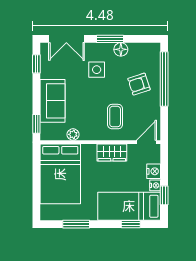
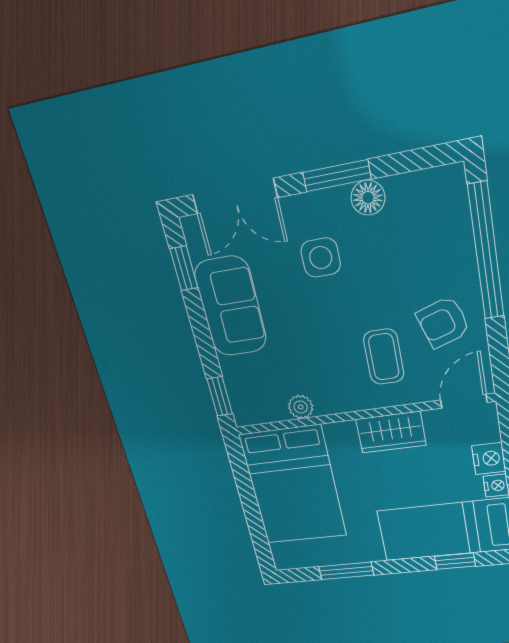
armchair: (139, 84) -> (443, 322), moved
sofa: (53, 101) -> (231, 307), moved

